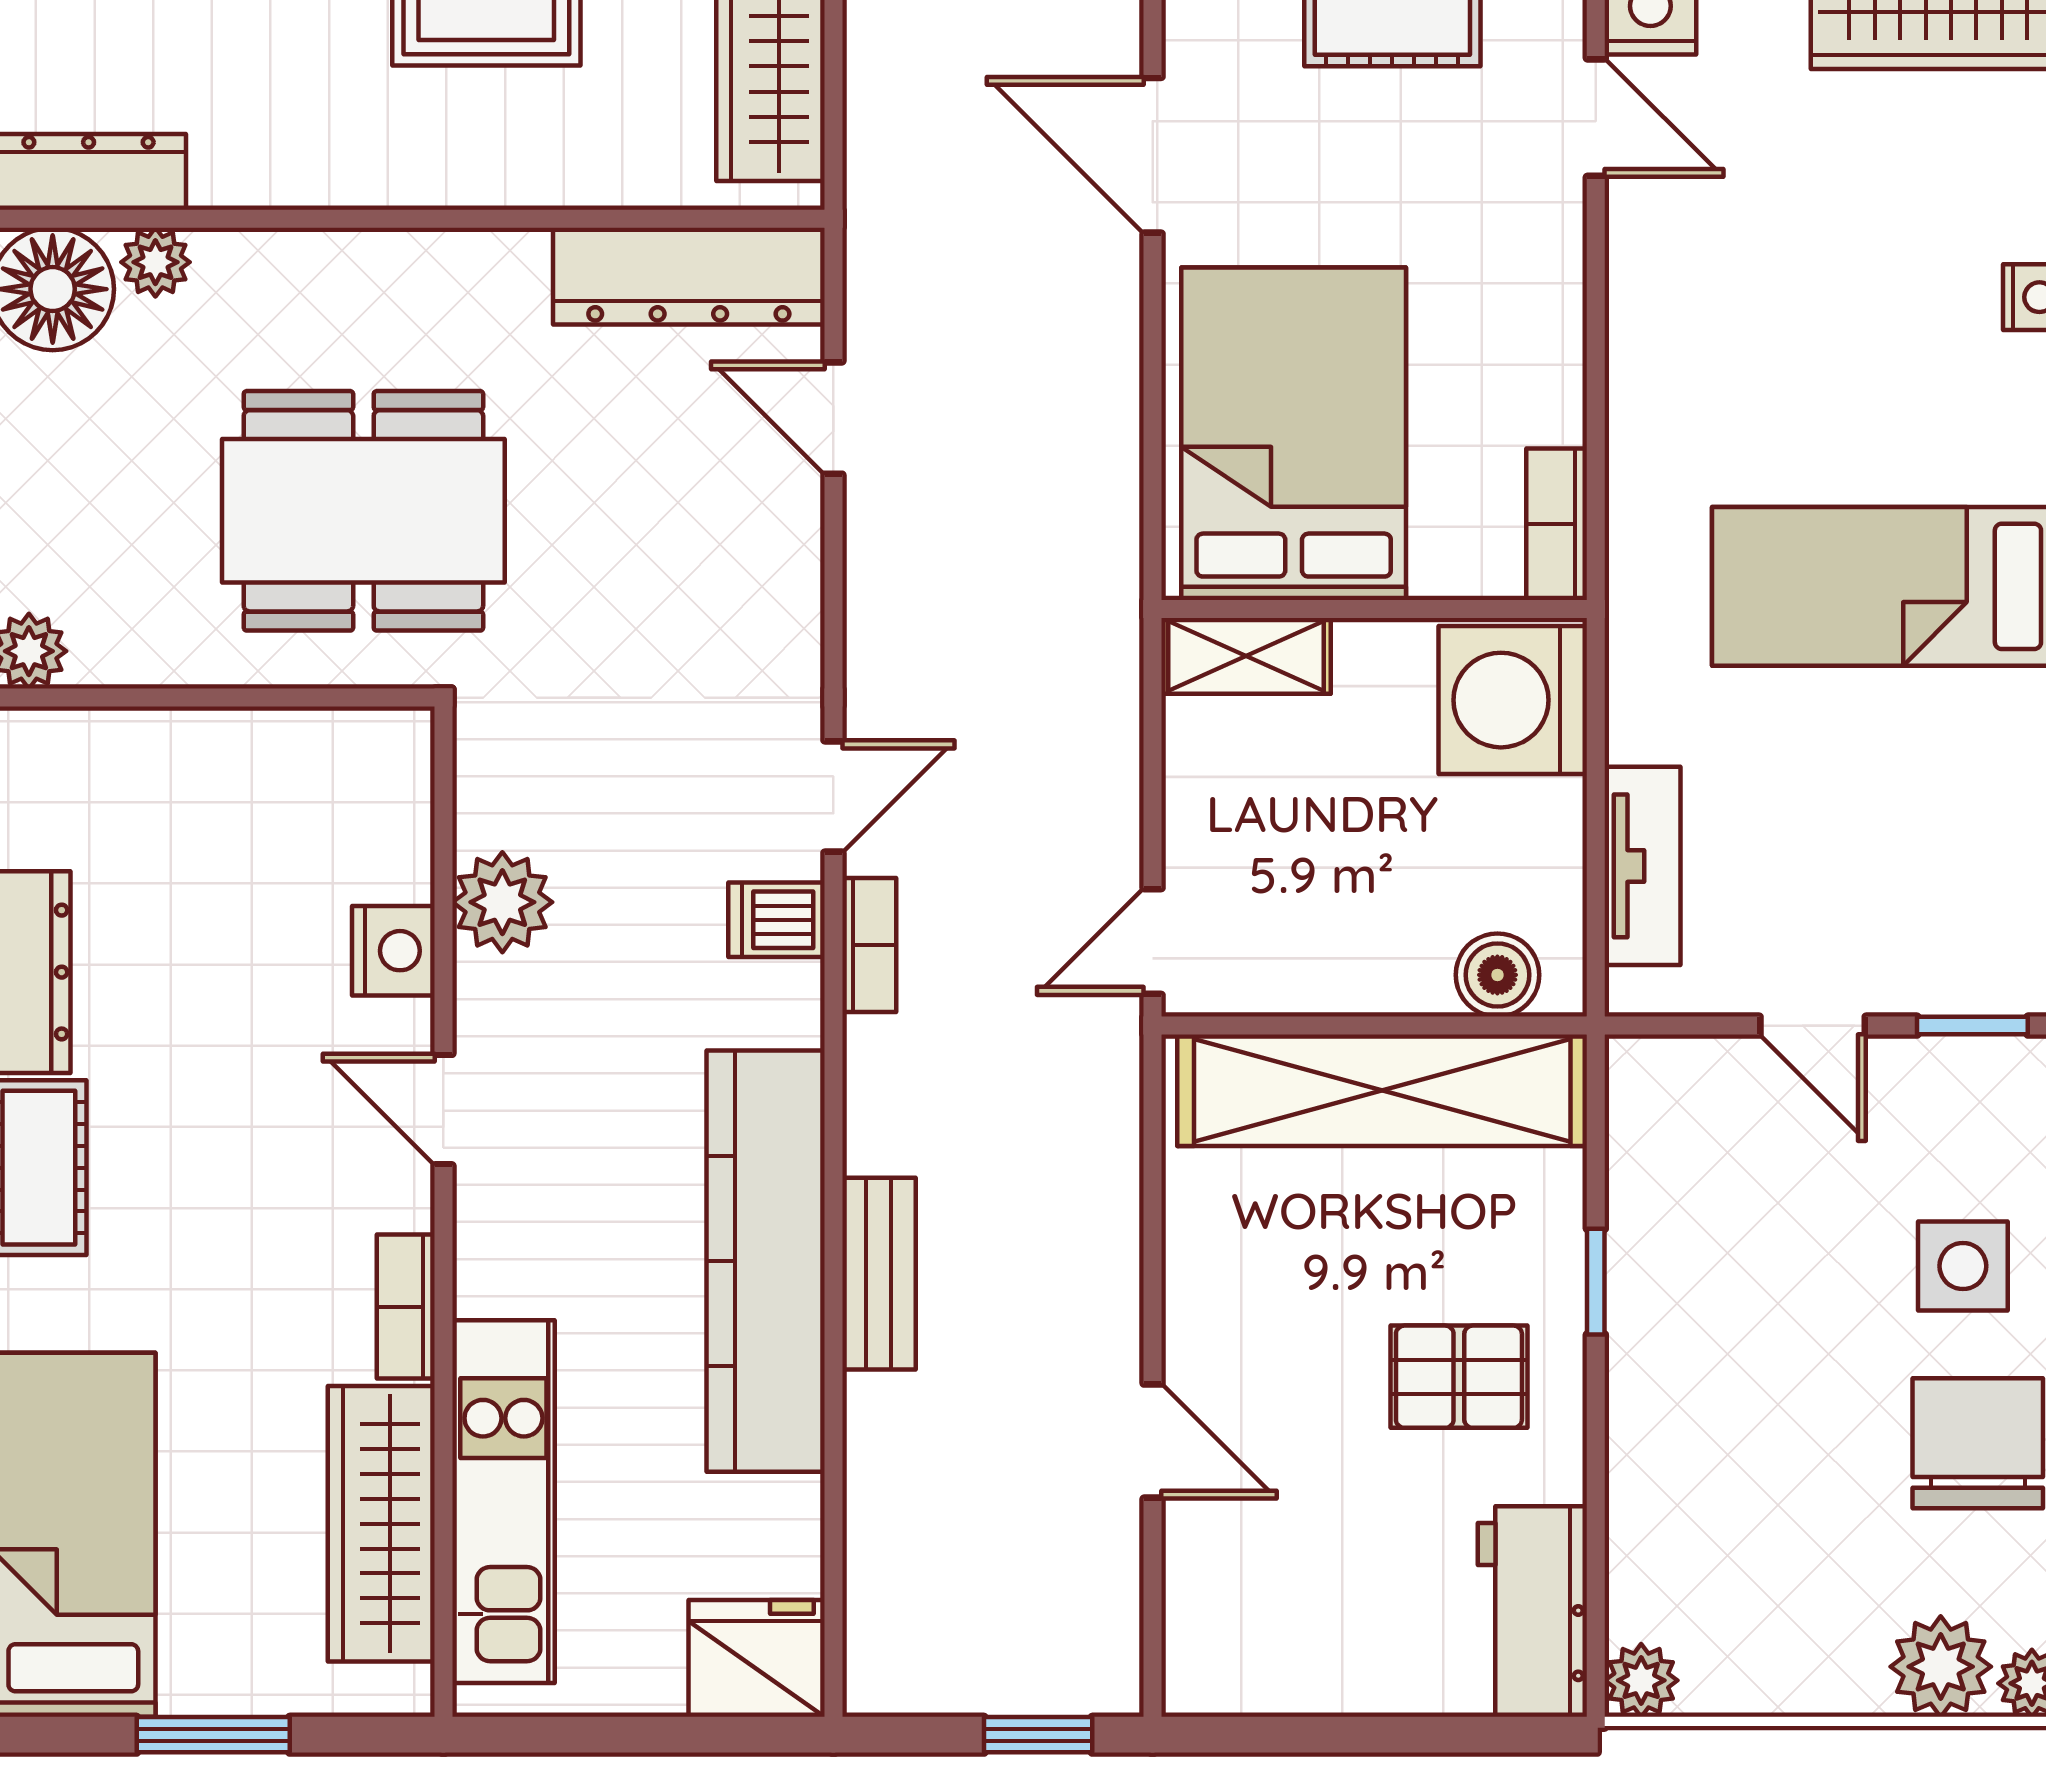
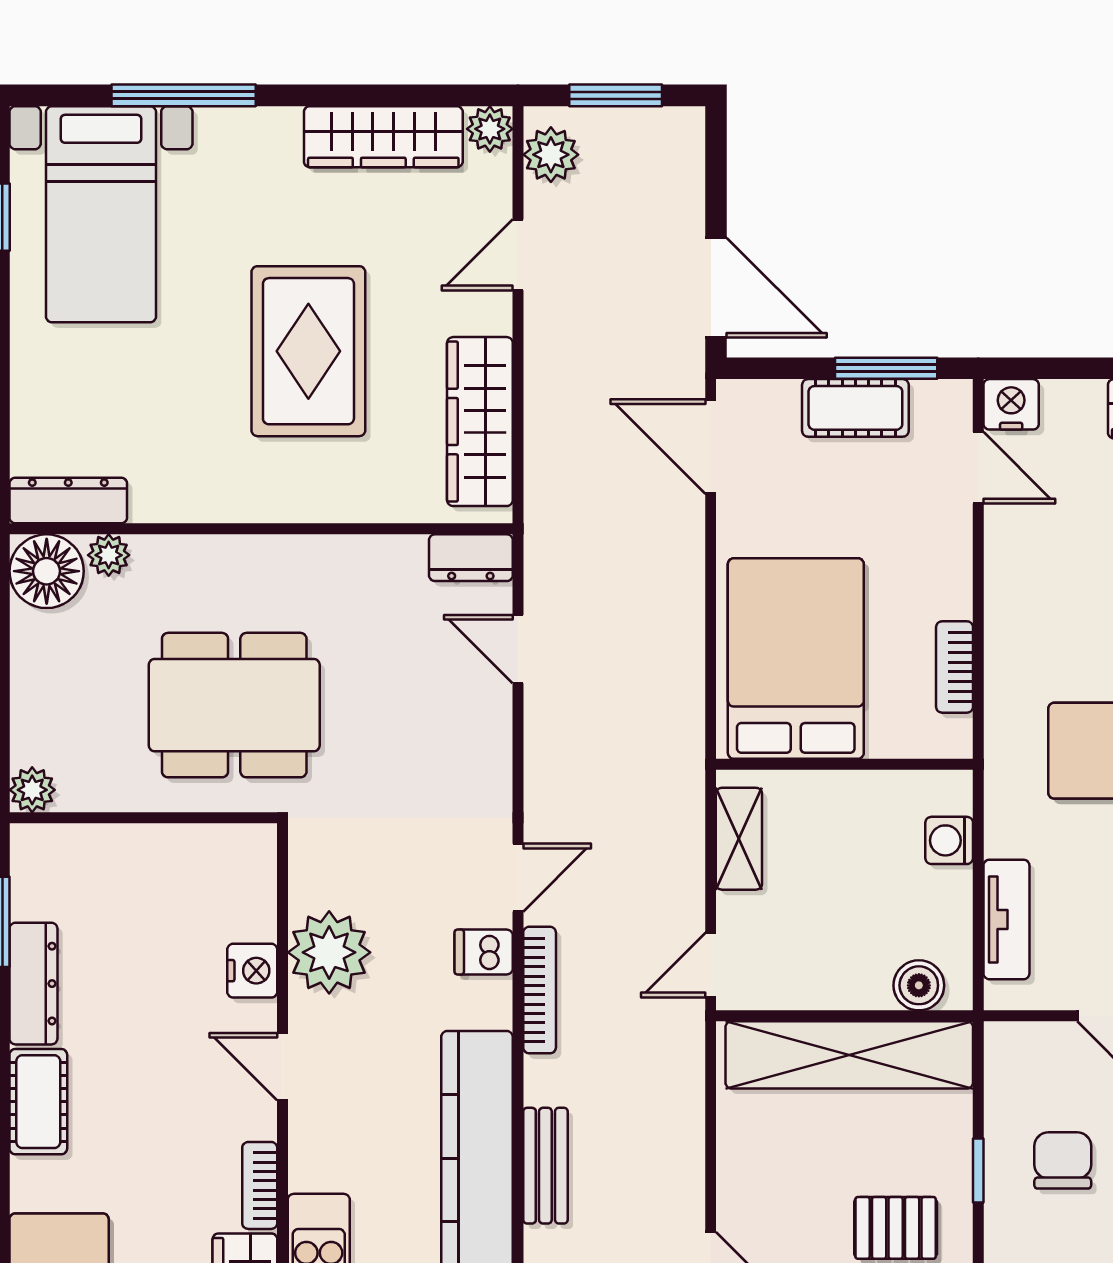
door: (1153, 155) -> (711, 447), moved
dresser: (689, 276) -> (471, 558), width x0.51, depth x0.80
bookcase: (1557, 524) -> (955, 667), moved
shelving: (1246, 656) -> (739, 839), moved, turned 90
washing machine: (1513, 700) -> (949, 840), width x0.53, depth x0.53
plant: (502, 902) -> (329, 952), width x1.36, depth x1.36
bookcase: (869, 945) -> (540, 990), width x1.56
chair: (1736, 1265) -> (1063, 1160), added

